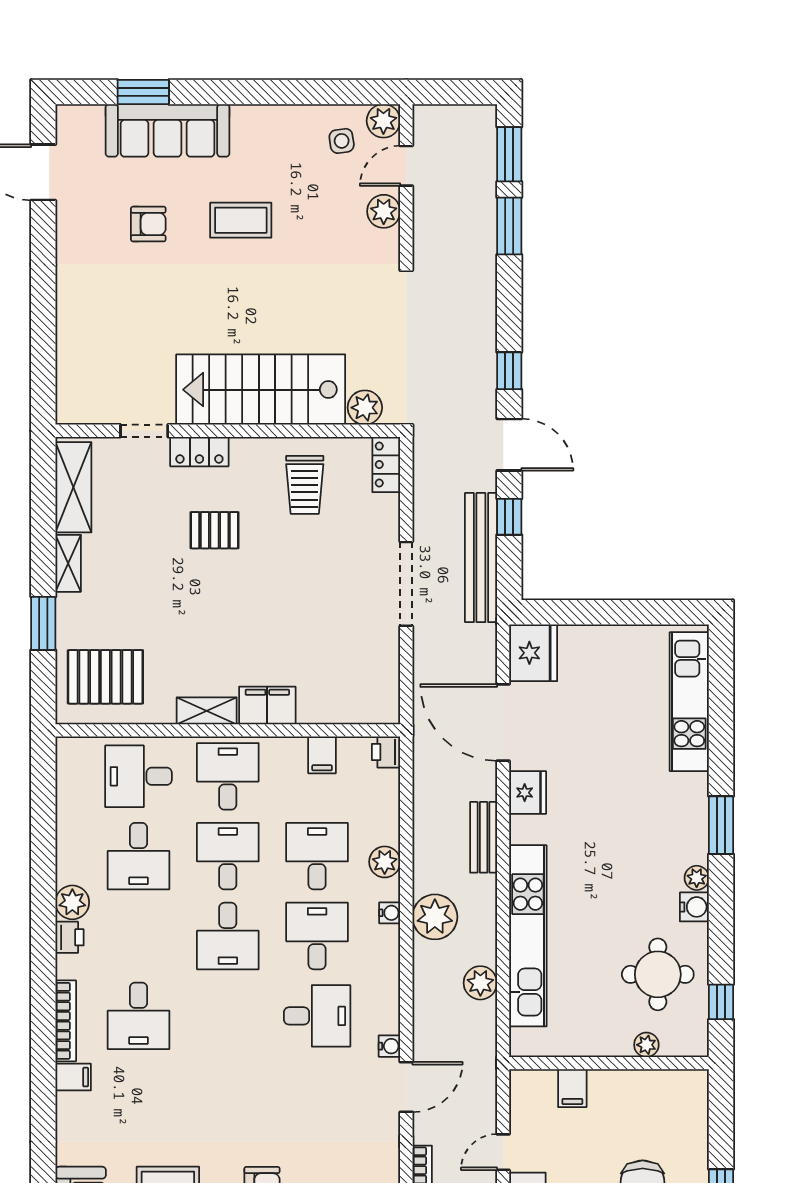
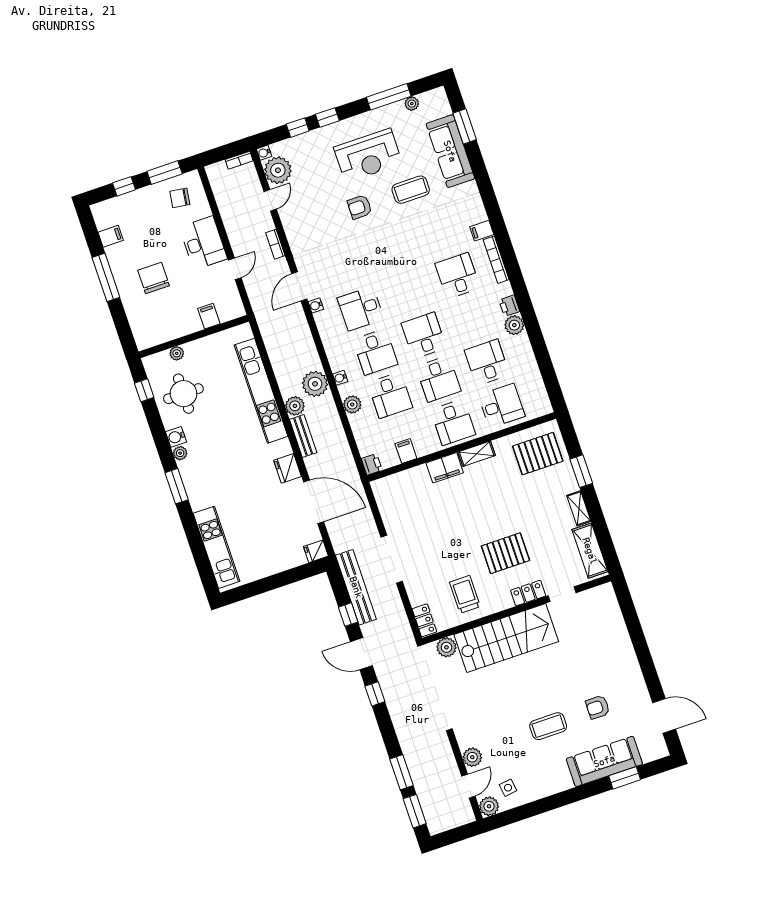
pallet: (215, 530) -> (505, 553), width x1.50, depth x1.42
fridge: (533, 653) -> (316, 551), width x0.53, depth x0.75
plant: (480, 983) -> (295, 406), moved

